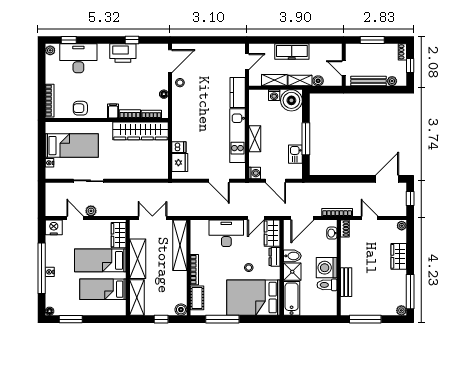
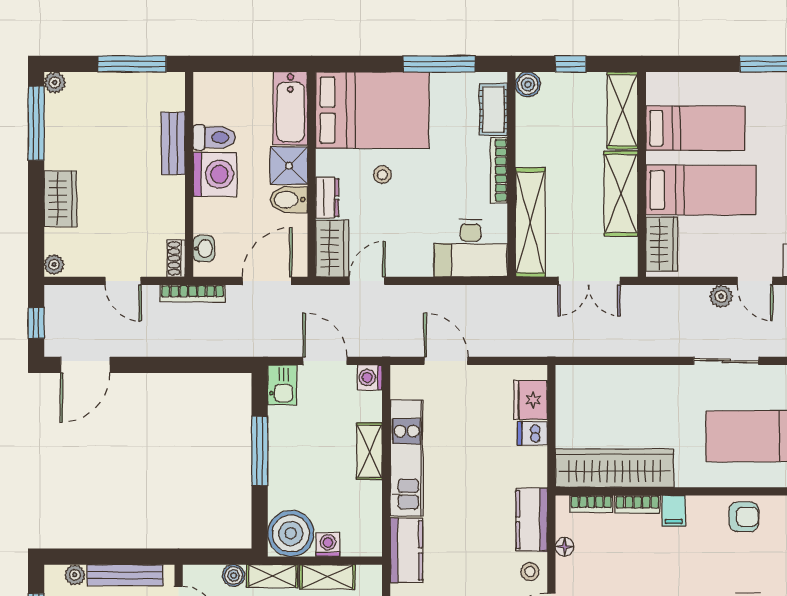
kitchen counter: (179, 107) -> (532, 520), added
kitchen sink: (295, 154) -> (282, 385), moved
desk: (226, 233) -> (471, 248), moved

